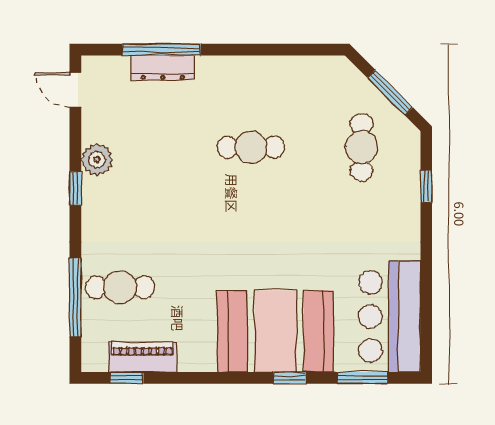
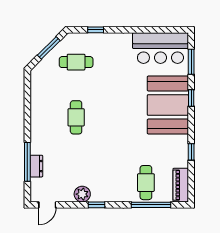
dresser: (163, 68) -> (36, 166), width x0.70
piano: (143, 357) -> (181, 185), moved
window: (127, 378) -> (191, 152), moved

